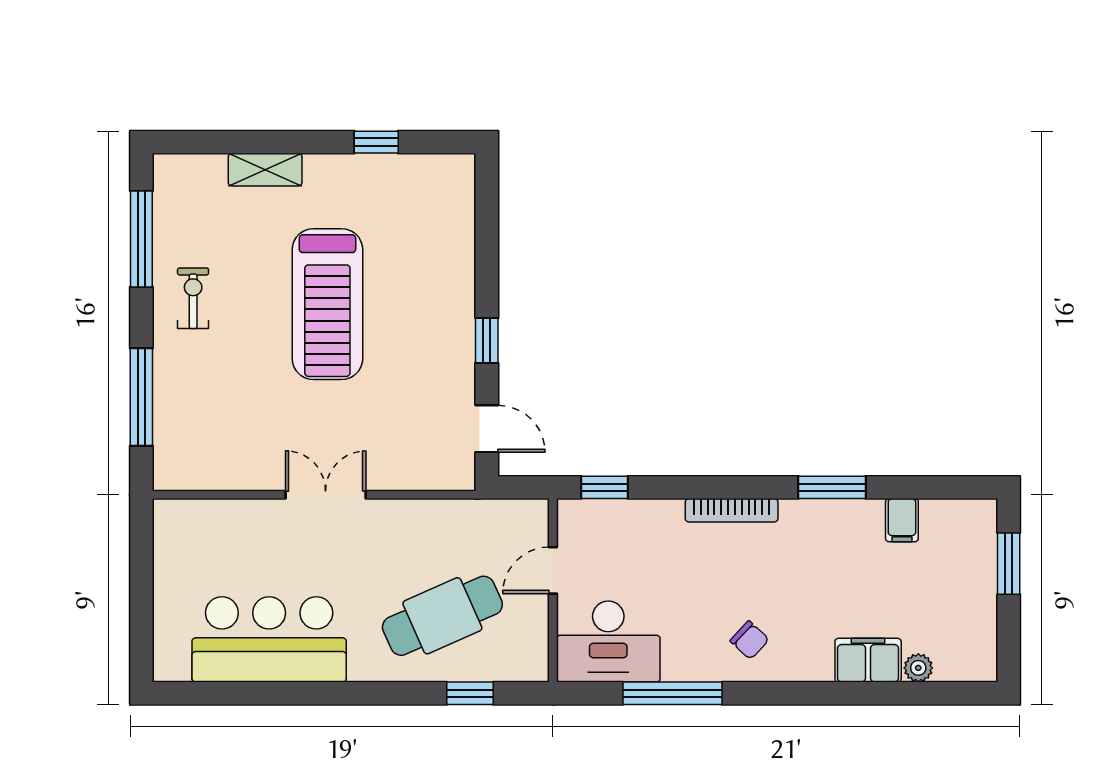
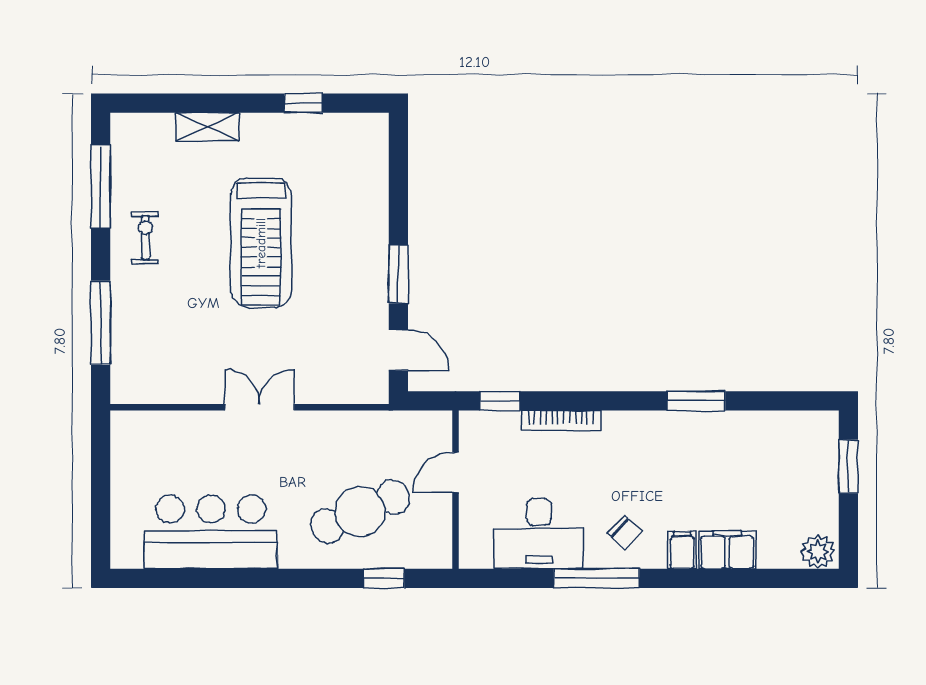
window: (487, 340) -> (398, 274), width x1.50
bookcase: (732, 510) -> (561, 421), moved
filing cabinet: (902, 520) -> (682, 550), moved, turned 180
desk: (608, 642) -> (539, 534), moved
plant: (918, 668) -> (818, 552), moved, width x1.38, depth x1.38
window: (672, 693) -> (597, 578), moved

